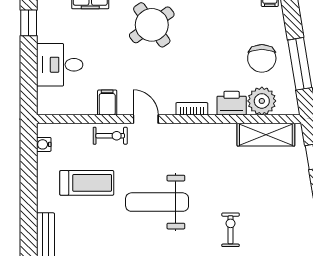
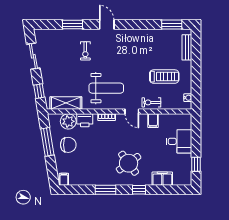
chair: (262, 58) -> (68, 145), turned 90
treadmill: (87, 183) -> (164, 77), turned 180
weight bench: (157, 202) -> (106, 88), moved

